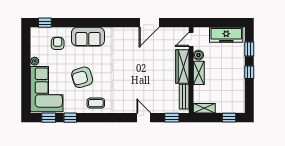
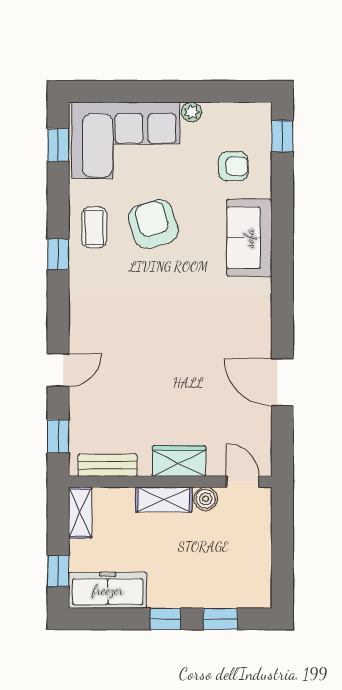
freezer: (226, 35) -> (108, 590), moved, turned 90
wardrobe: (182, 66) -> (179, 461), width x0.67
coffee table: (96, 103) -> (94, 227), moved
window: (70, 118) -> (58, 254), moved

